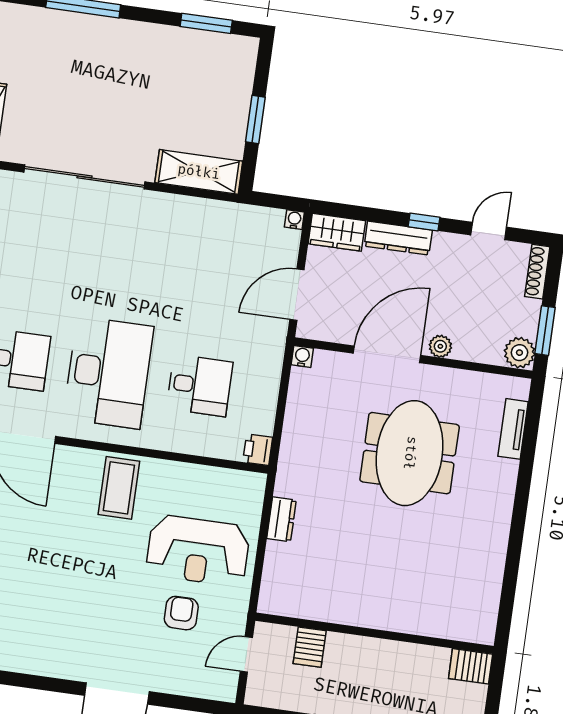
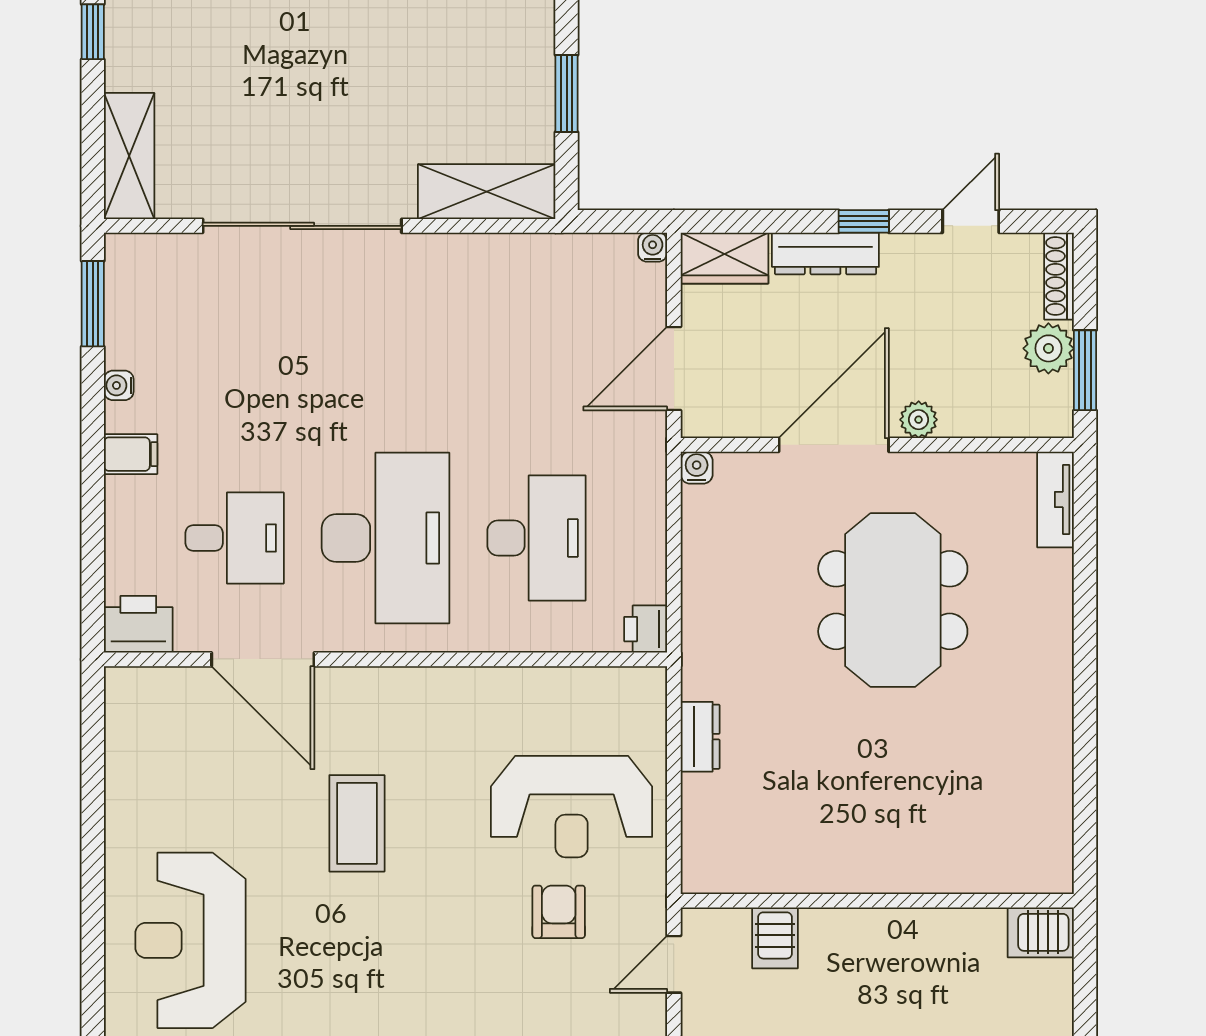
plant: (519, 353) -> (1048, 348), moved
desk: (200, 385) -> (536, 538), width x1.37
tv unit: (513, 429) -> (1055, 499), moved
coffee table: (119, 488) -> (357, 823), moved

